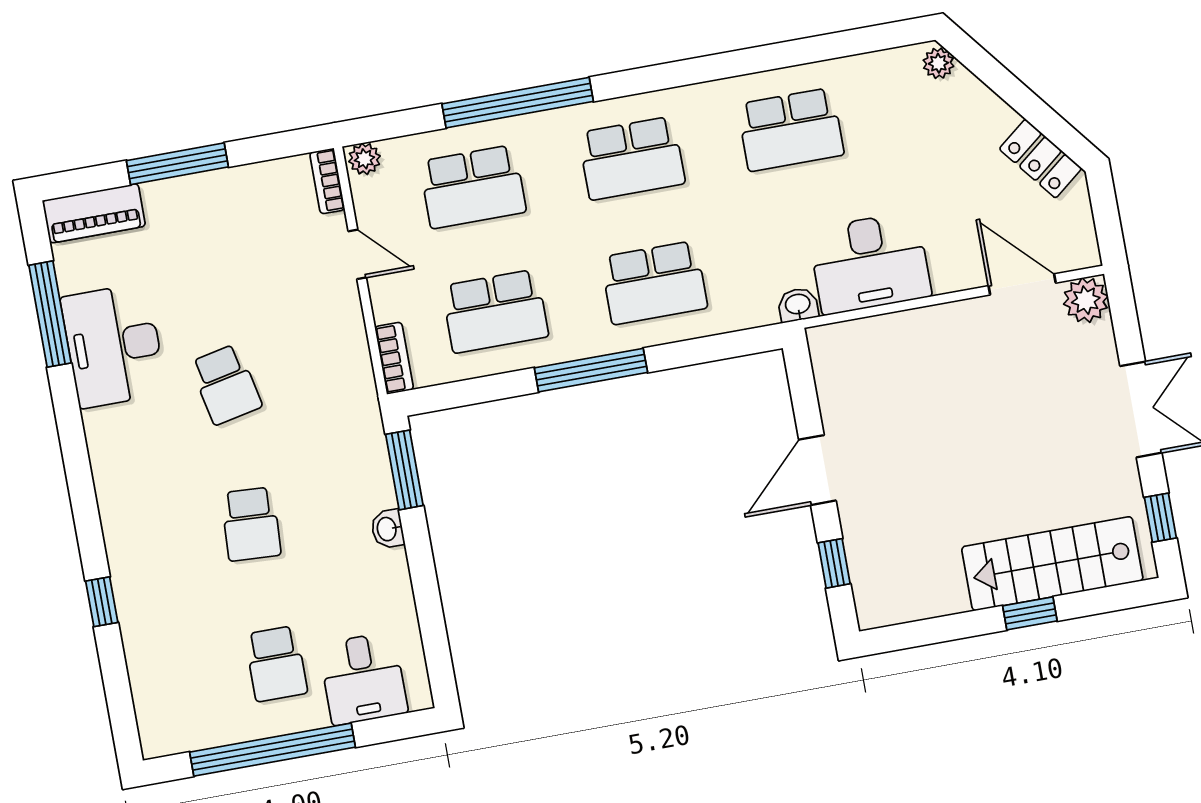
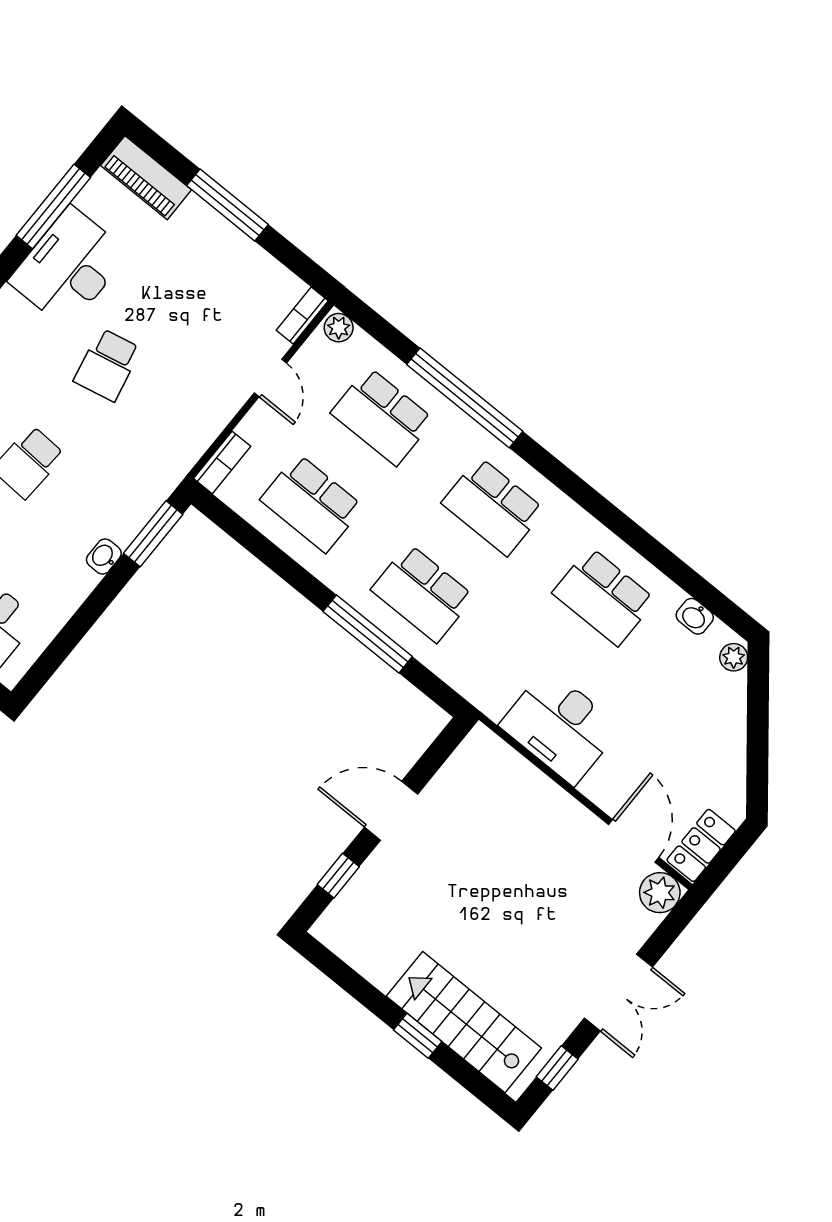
locker: (1040, 159) -> (701, 845), moved, turned 39
washbasin: (798, 305) -> (695, 616), moved, turned 180
window: (591, 370) -> (368, 634), moved

